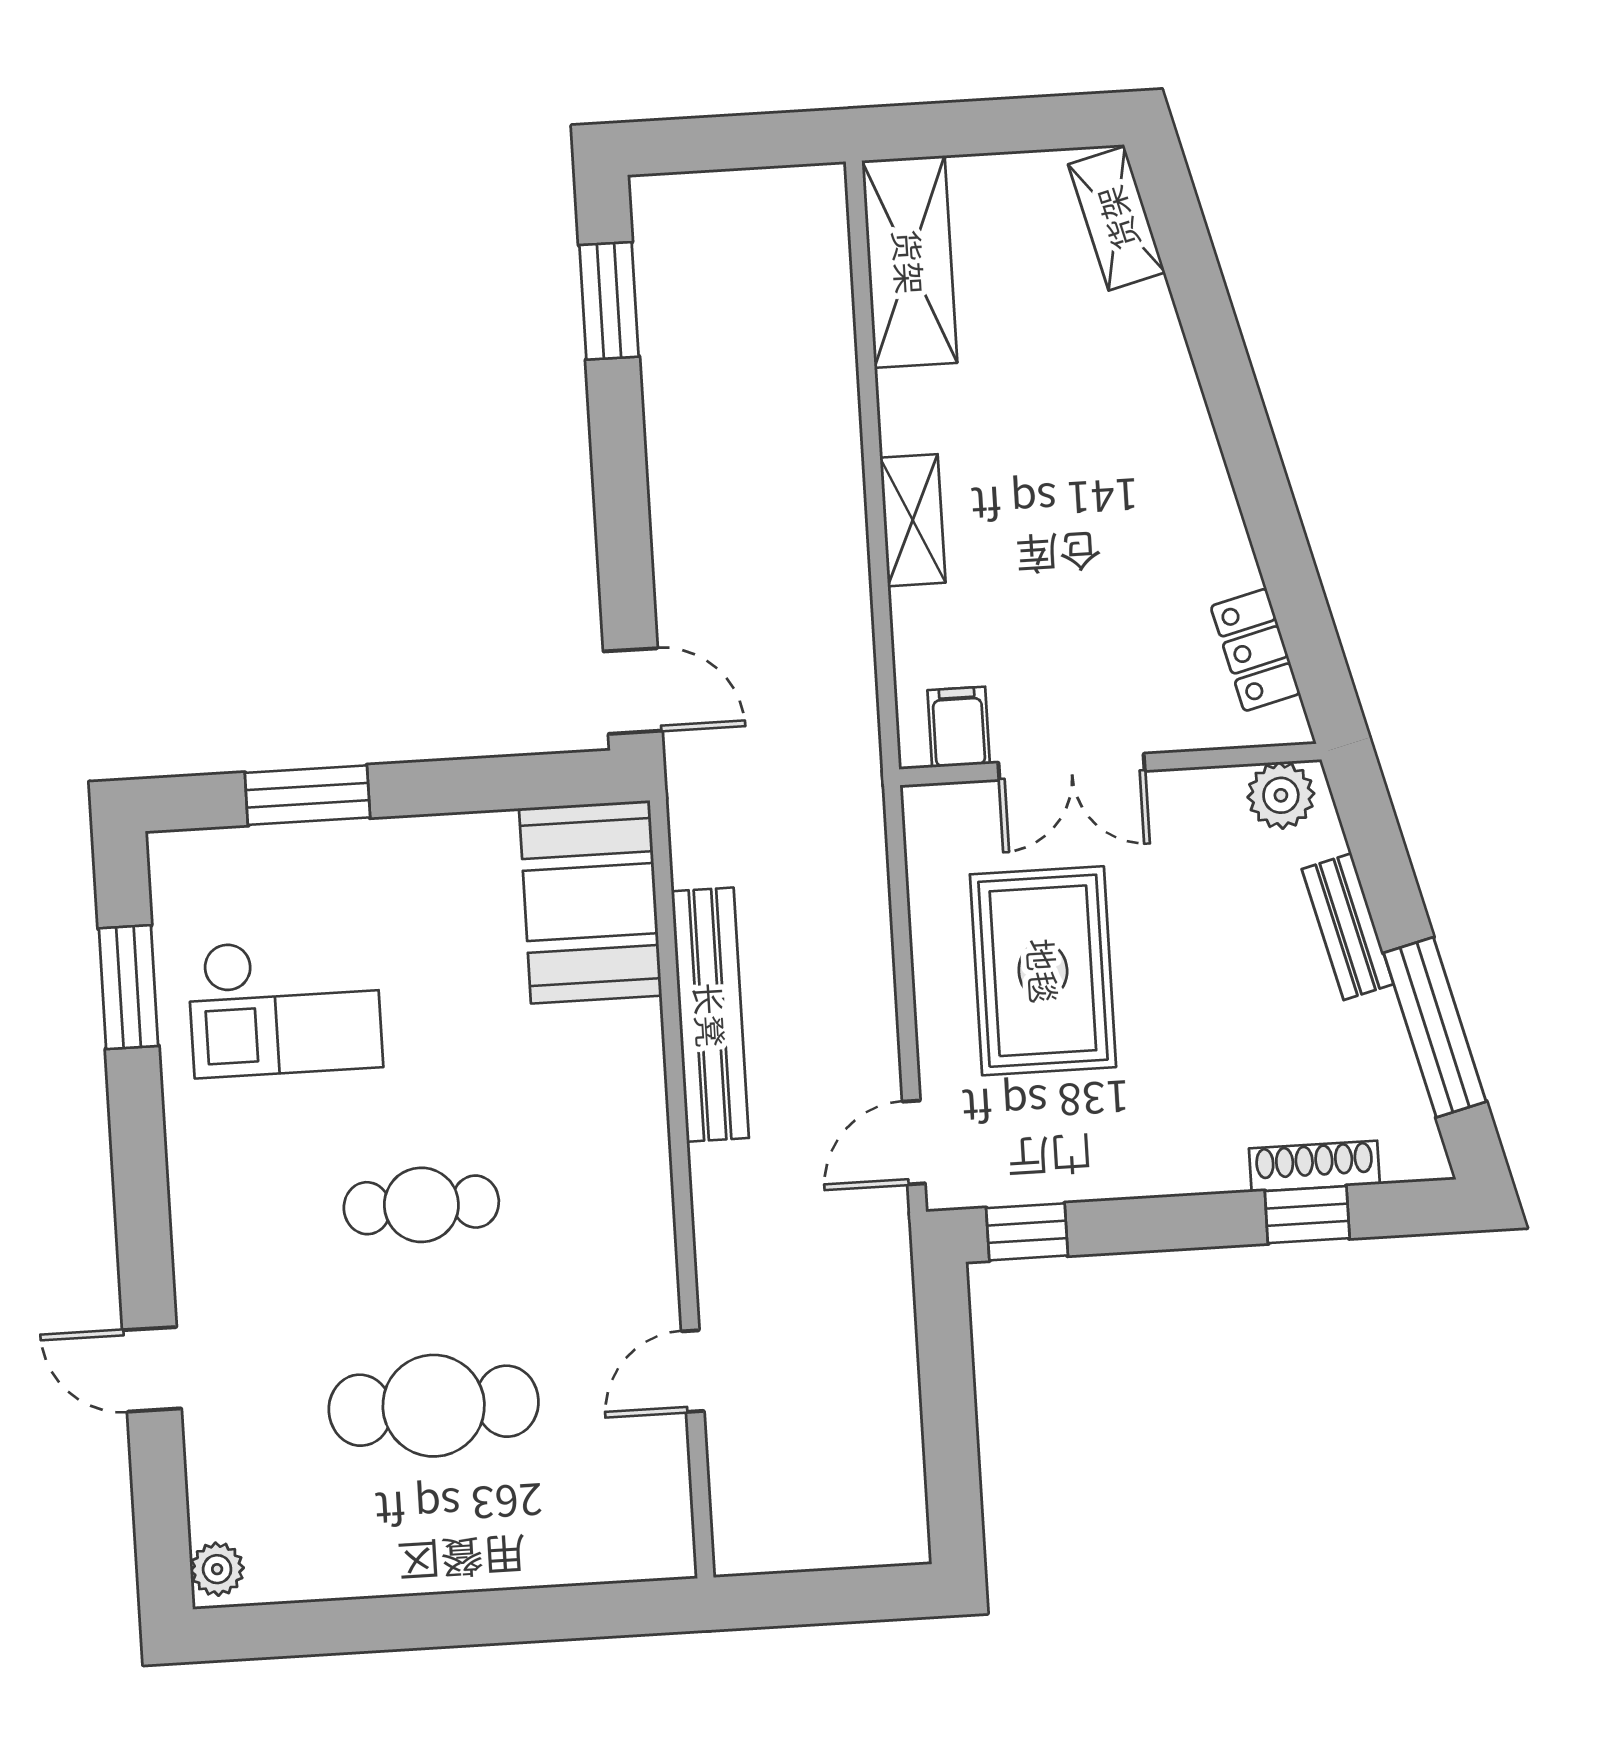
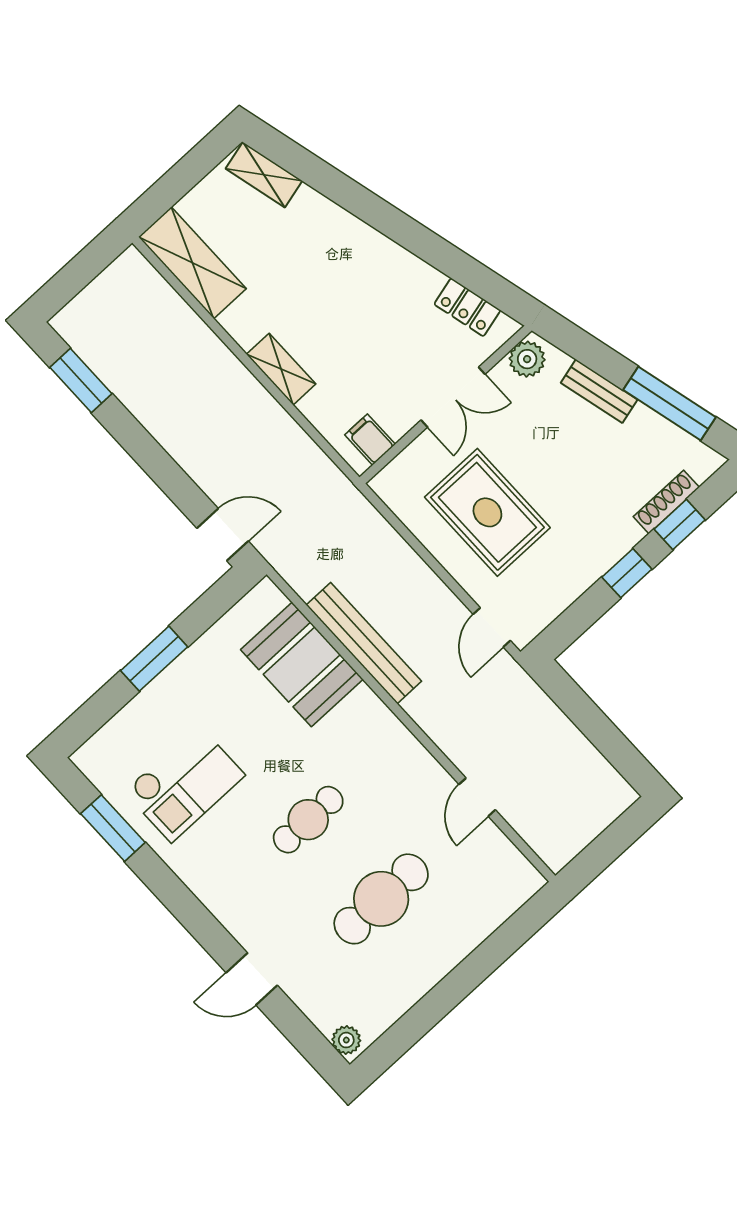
double door: (1072, 767) -> (453, 397), moved
window: (307, 795) -> (154, 659), moved
booth: (590, 902) -> (302, 665), moved
window: (1027, 1232) -> (627, 573), moved

